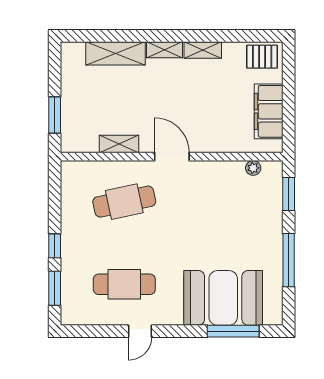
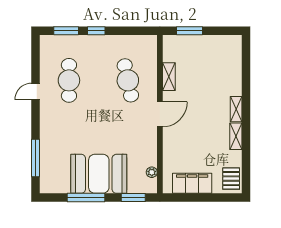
shelving: (115, 53) -> (233, 74), removed
booth: (223, 298) -> (99, 174), moved, turned 90
door: (140, 331) -> (36, 92), hinge flipped

